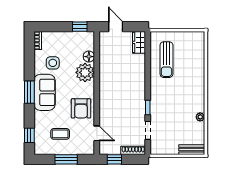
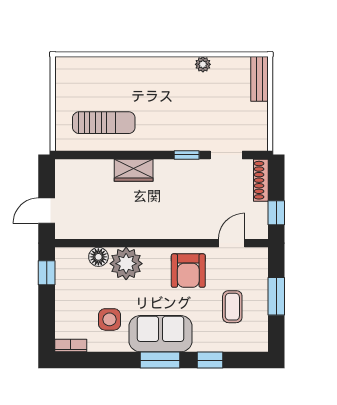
wardrobe: (139, 42) -> (134, 170), moved
armchair: (81, 108) -> (188, 271), turned 90
window: (29, 135) -> (210, 360), moved

